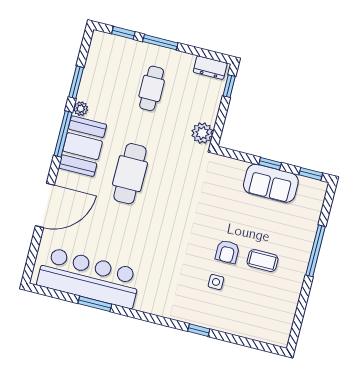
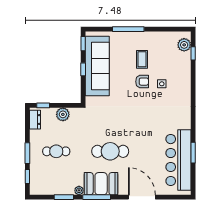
plant: (202, 133) -> (63, 114), moved
sofa: (271, 183) -> (97, 66), width x1.85, depth x1.27
window: (199, 330) -> (193, 53), moved
plant: (269, 333) -> (184, 45), added

